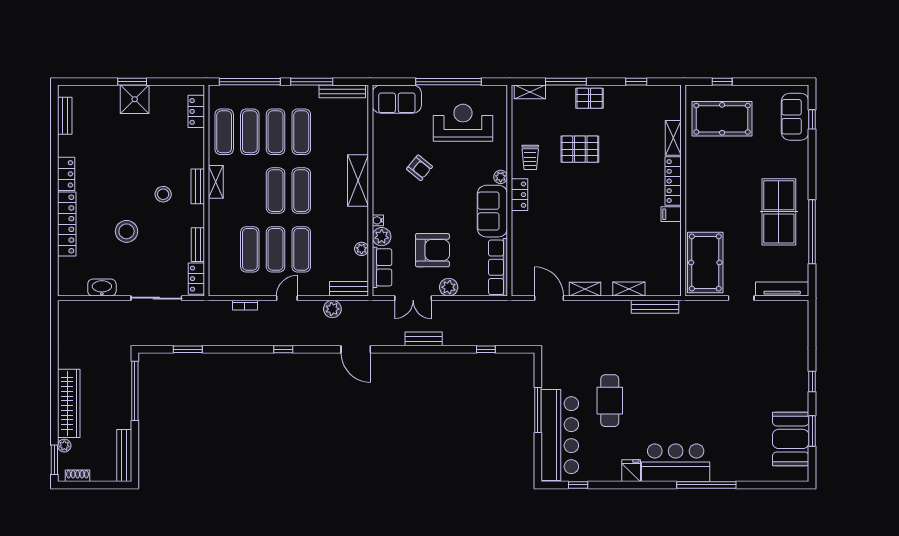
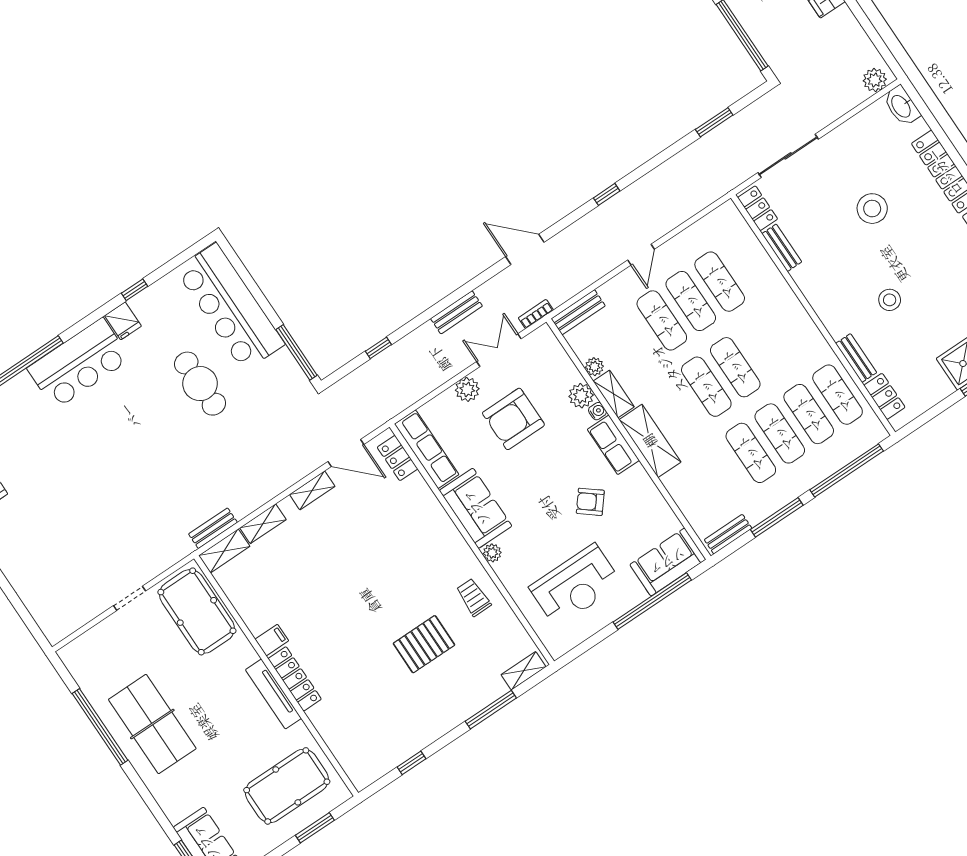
window: (448, 82) -> (652, 601), moved
window: (722, 82) -> (315, 828), width x1.50
bench: (342, 91) -> (728, 534), width x0.73
pallet: (590, 98) -> (452, 709), removed
shelving: (673, 138) -> (224, 551), moved, turned 90
shelving: (216, 182) -> (614, 394), moved
bench: (198, 186) -> (856, 358), moved
stool: (163, 194) -> (890, 300), moved
locker: (519, 195) -> (398, 458), moved
row of seats: (382, 267) -> (613, 445), moved
washbasin: (102, 288) -> (901, 106), moved, turned 90
tv unit: (782, 289) -> (273, 694), moved, turned 90
bookcase: (245, 305) -> (536, 314), moved
bench: (655, 307) -> (213, 528), width x0.73
plant: (332, 309) -> (875, 80), moved
window: (538, 410) -> (296, 352), moved
window: (578, 485) -> (135, 290), moved

